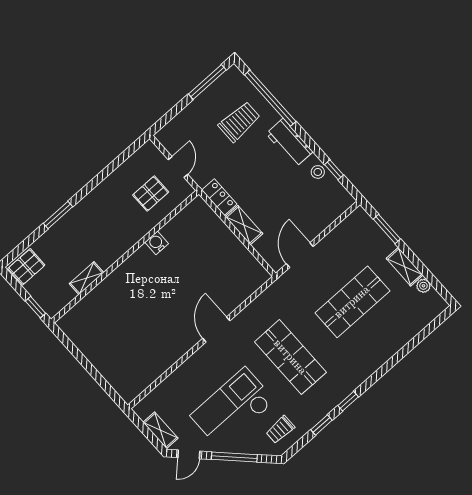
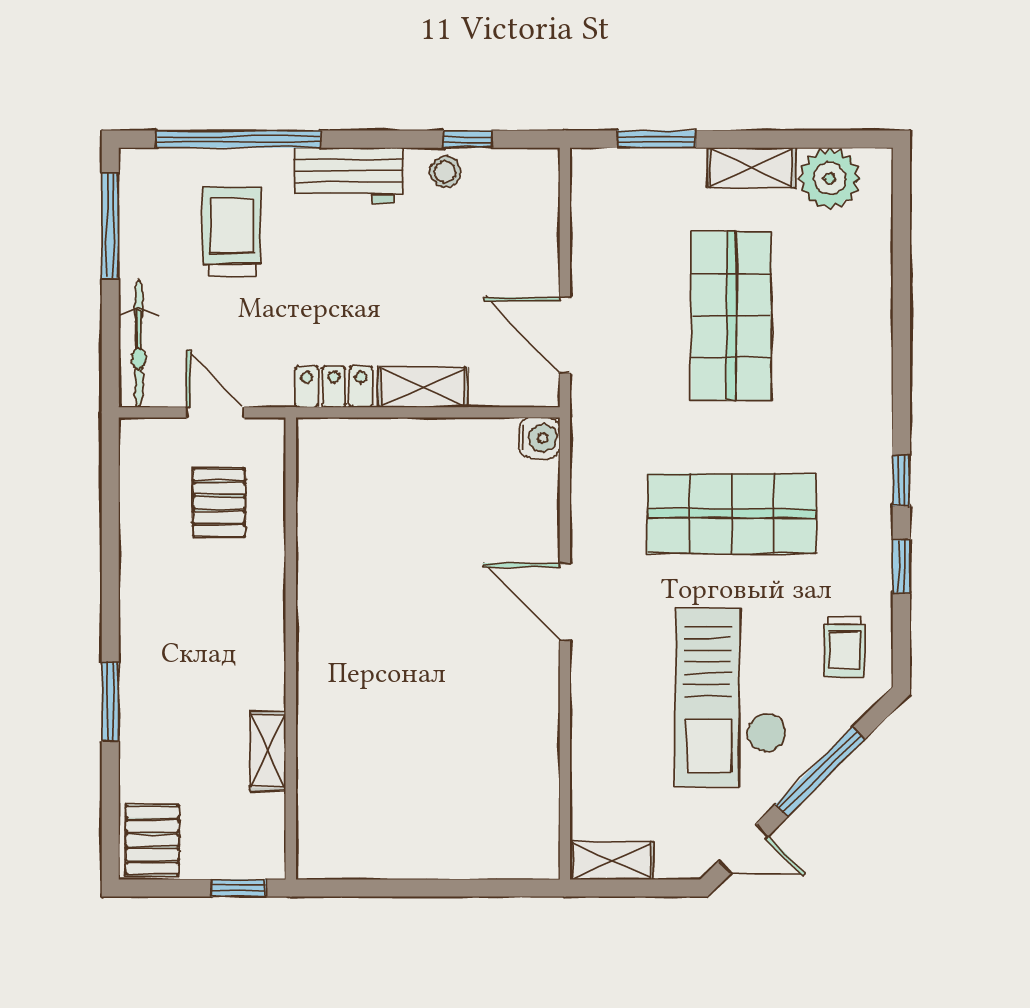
bicycle: (178, 124) -> (139, 344), added
water cooler: (157, 243) -> (539, 438), moved, turned 180
plant: (423, 286) -> (830, 178), width x1.88, depth x1.88
shelving: (161, 430) -> (612, 861), moved
door: (189, 454) -> (743, 849), hinge flipped

